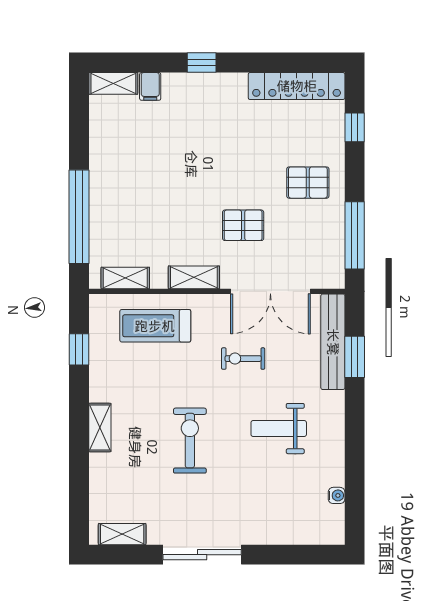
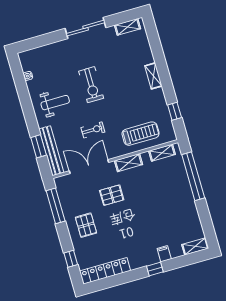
filing cabinet: (150, 86) -> (164, 254), moved
pallet: (308, 183) -> (86, 225), turned 90
weight bench: (279, 429) -> (55, 103), moved
exercise bike: (190, 441) -> (91, 85), moved

